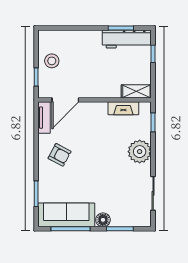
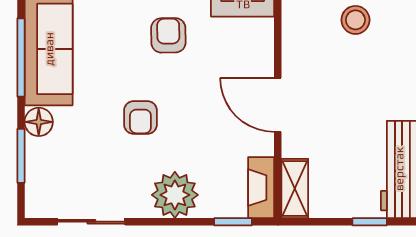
door: (65, 100) -> (278, 105), moved
fireplace: (123, 108) -> (261, 188), moved
armchair: (60, 155) -> (168, 35), turned 151
armchair: (101, 169) -> (140, 118), added

